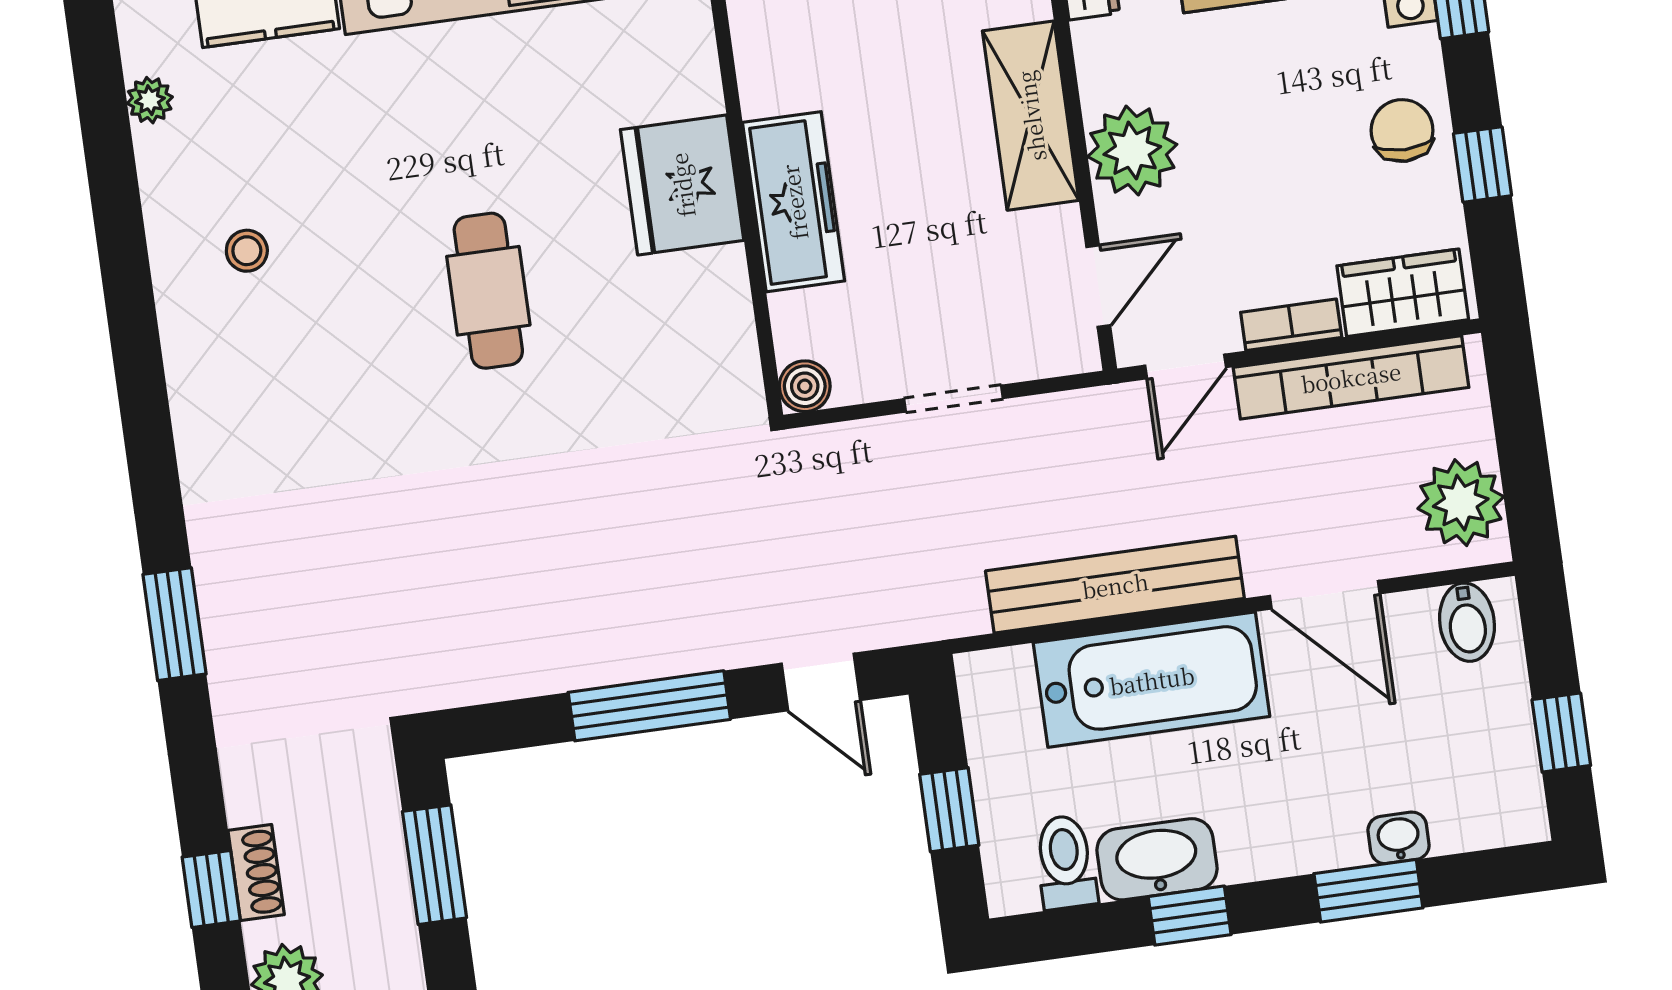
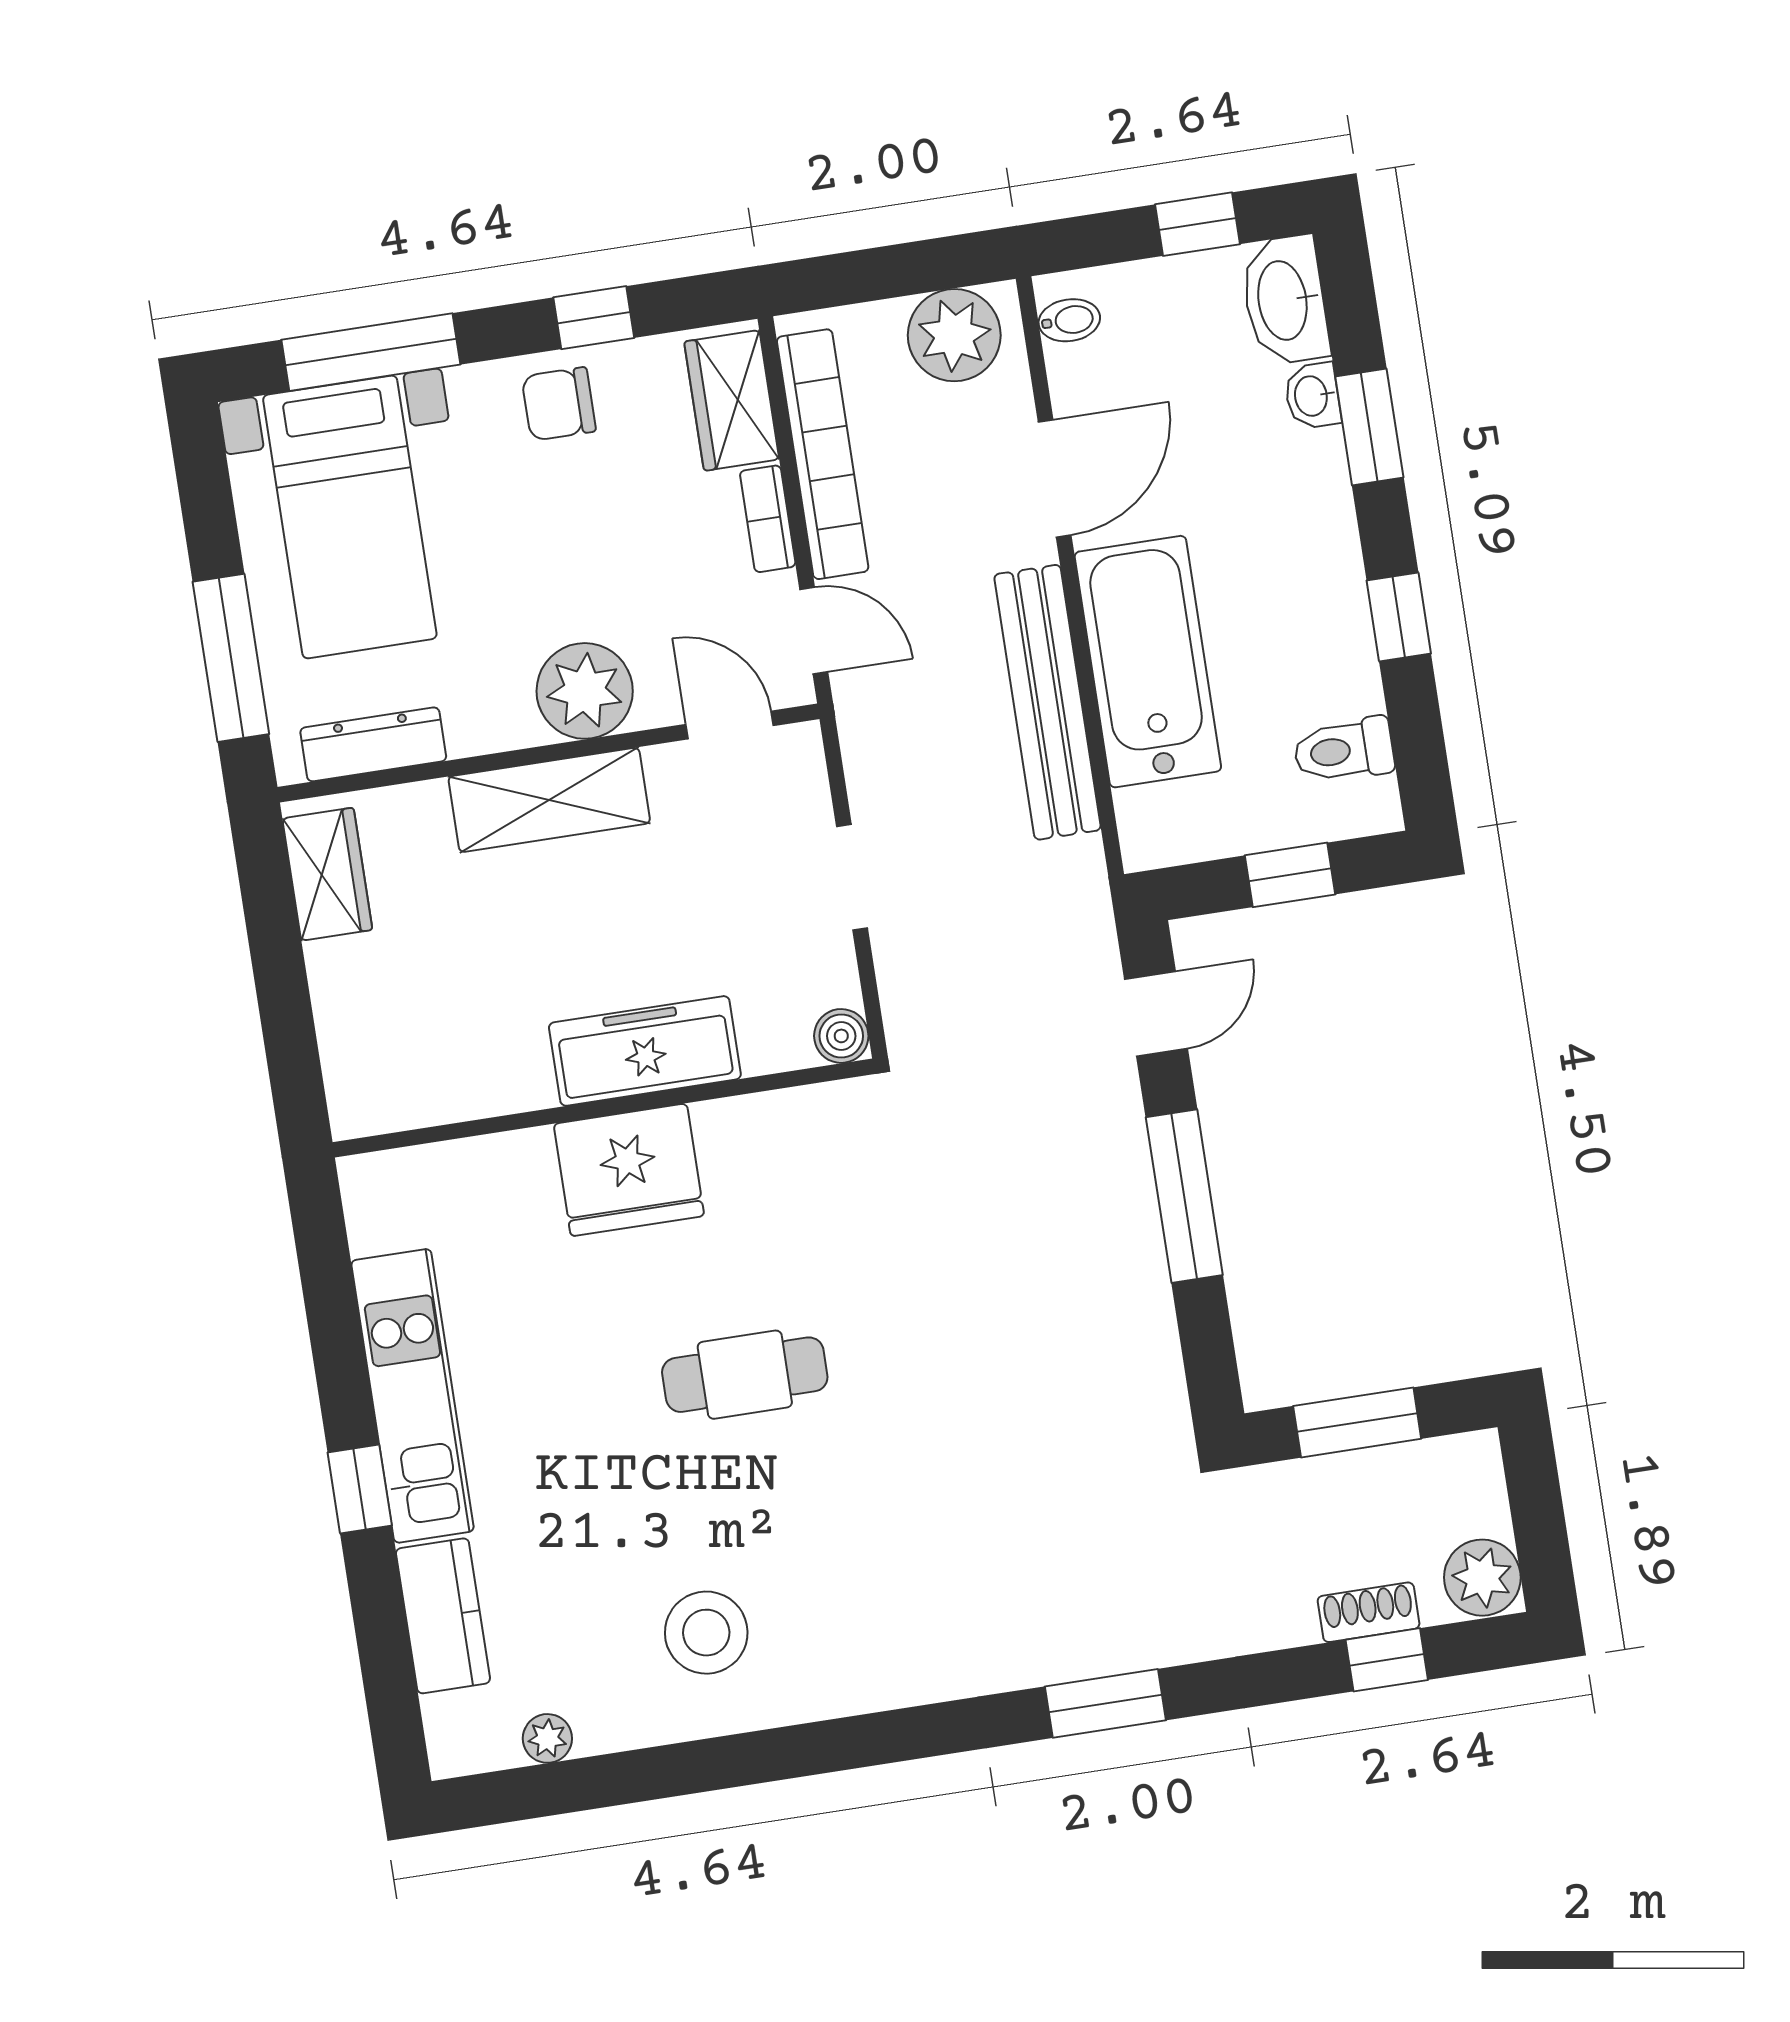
stool: (247, 251) -> (706, 1633), width x1.89, depth x1.89
bidet: (1467, 622) -> (1069, 320), width x0.72, depth x0.74
washbasin: (1157, 859) -> (1285, 300), moved

